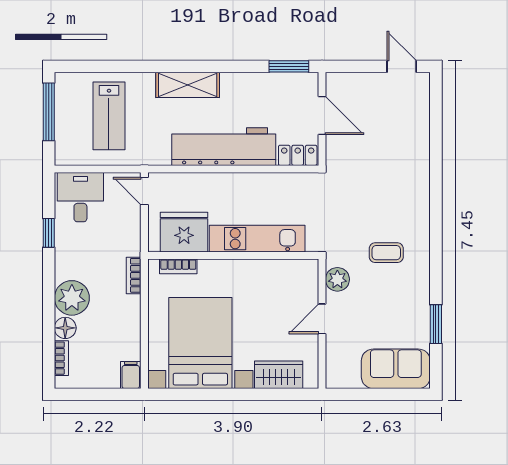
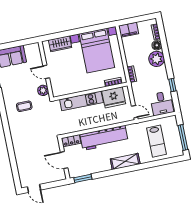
lab bench: (109, 116) -> (157, 141), turned 180
door: (322, 319) -> (46, 72), swing flipped
filing cabinet: (131, 375) -> (129, 30), width x2.00

